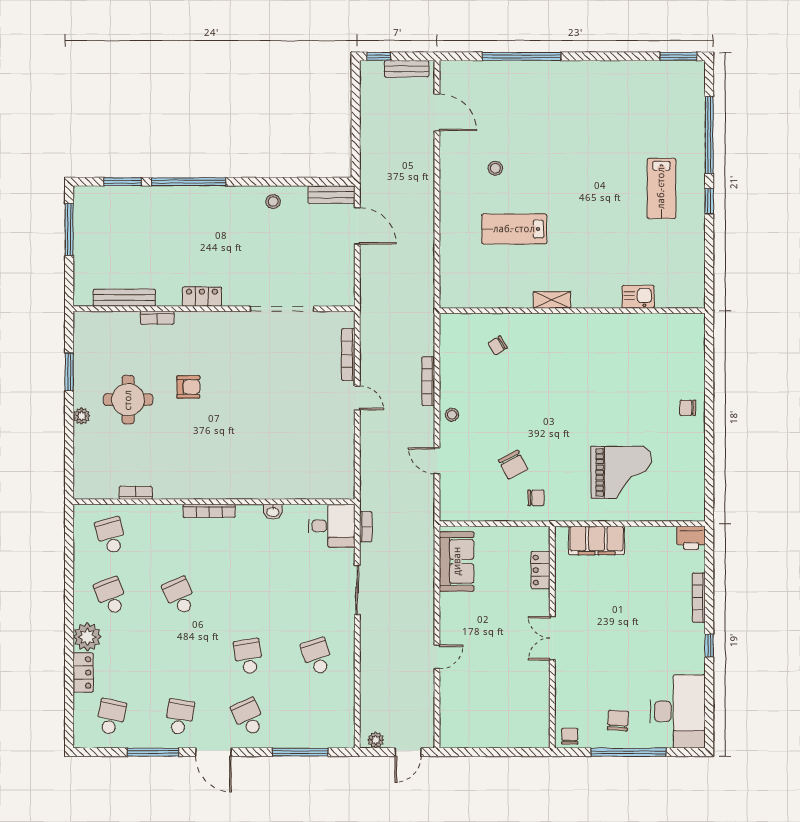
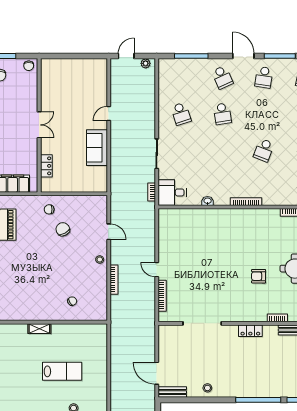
sofa: (457, 561) -> (97, 148), moved
school desk: (180, 596) -> (264, 150), turned 45

